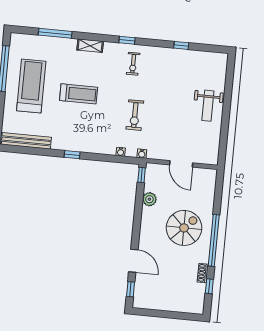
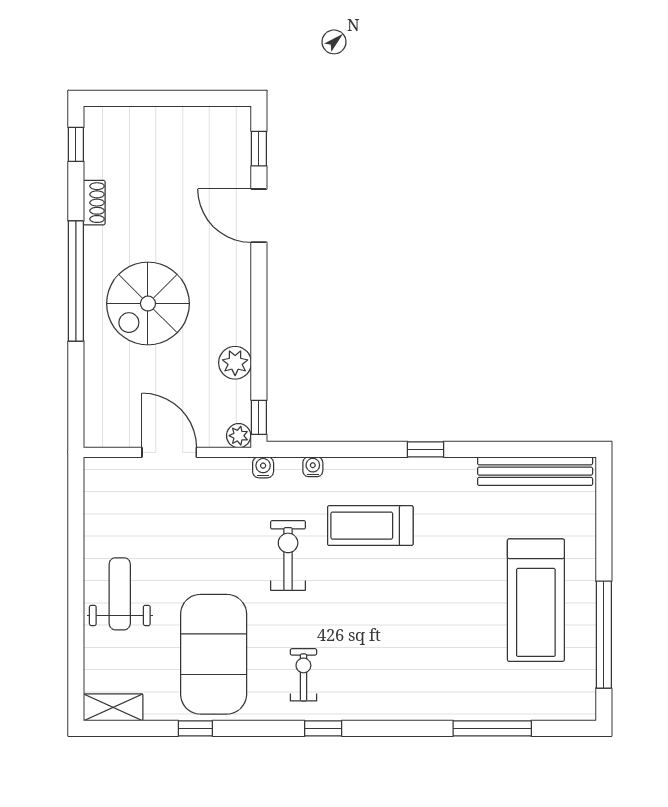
shelving: (90, 46) -> (113, 707), moved
exercise mat: (170, 76) -> (214, 654), added
treadmill: (79, 94) -> (370, 526), moved
plant: (151, 168) -> (239, 436), added
window: (209, 286) -> (76, 144), moved

